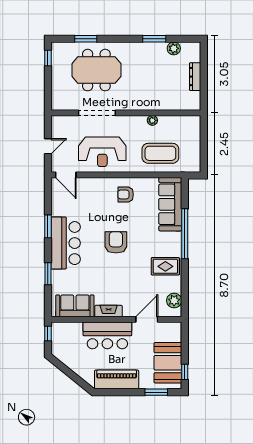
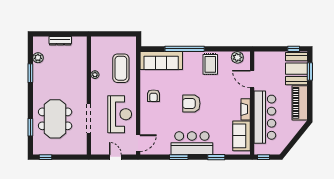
bar counter: (107, 335) -> (265, 117), width x1.36
booth: (168, 363) -> (296, 69), moved, turned 90

